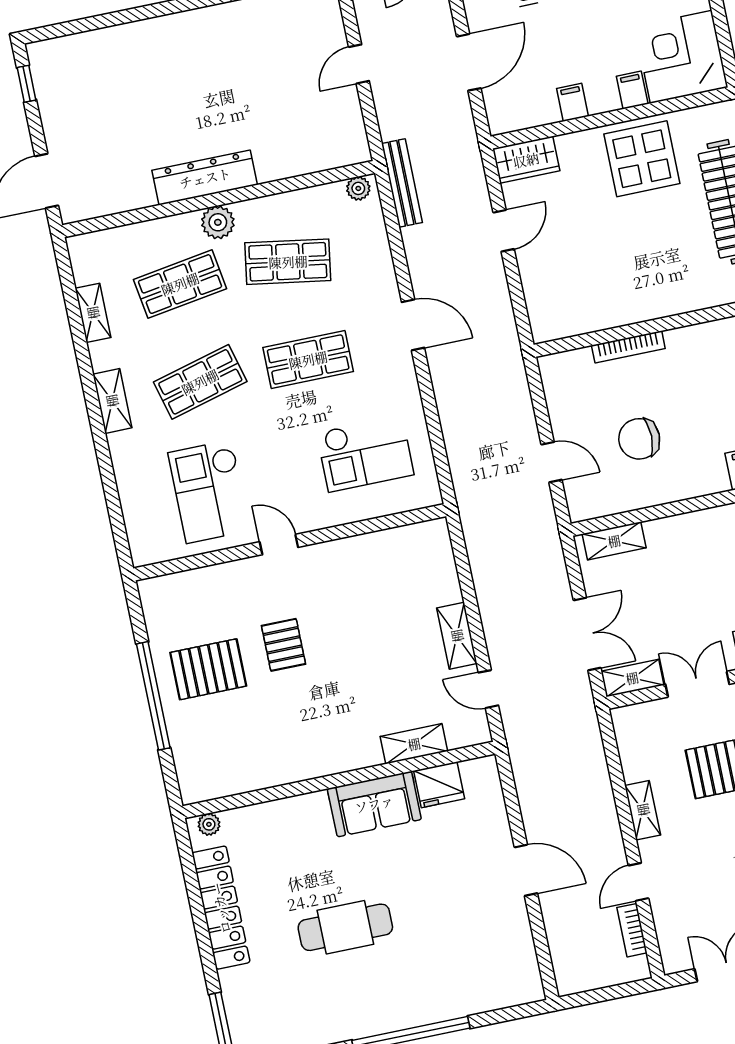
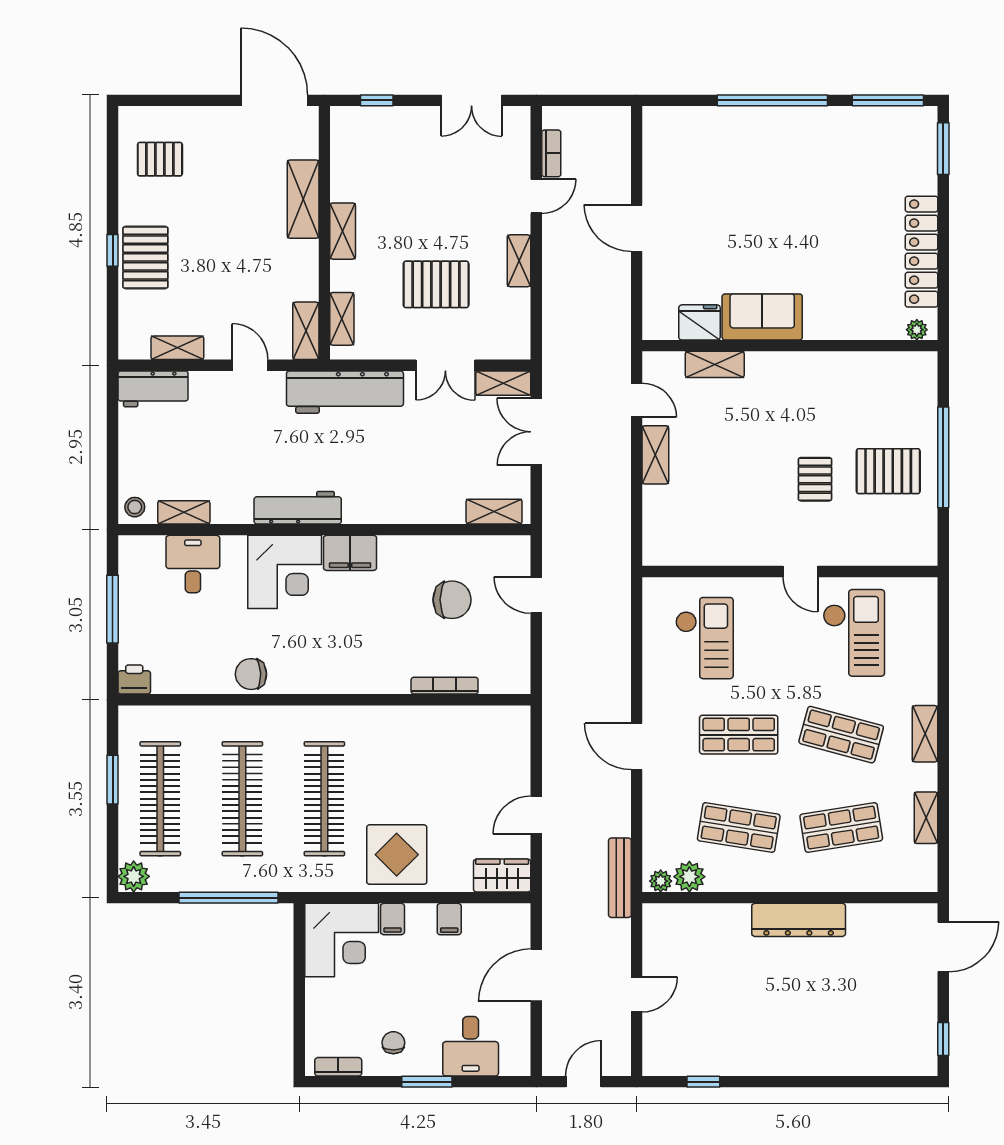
plant: (218, 222) -> (689, 877), moved
shop shelf: (200, 382) -> (841, 735), turned 30
checkout: (365, 454) -> (704, 638), turned 90
cafe table: (345, 927) -> (812, 210), removed

